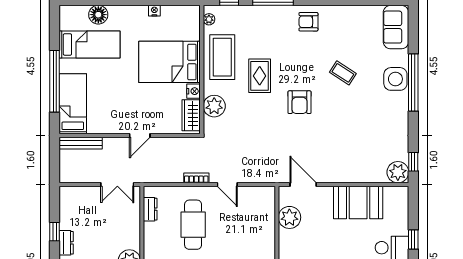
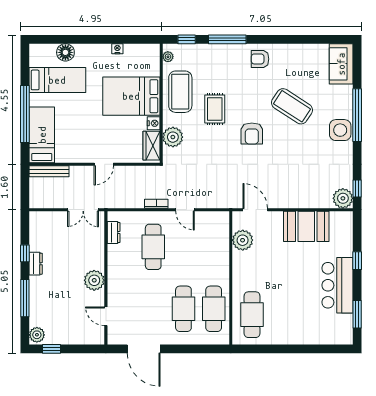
coffee table: (343, 73) -> (292, 106), width x1.86, depth x1.72
side table: (395, 79) -> (340, 130), moved

